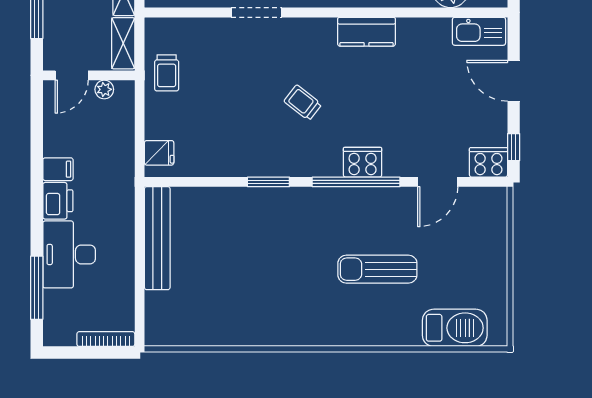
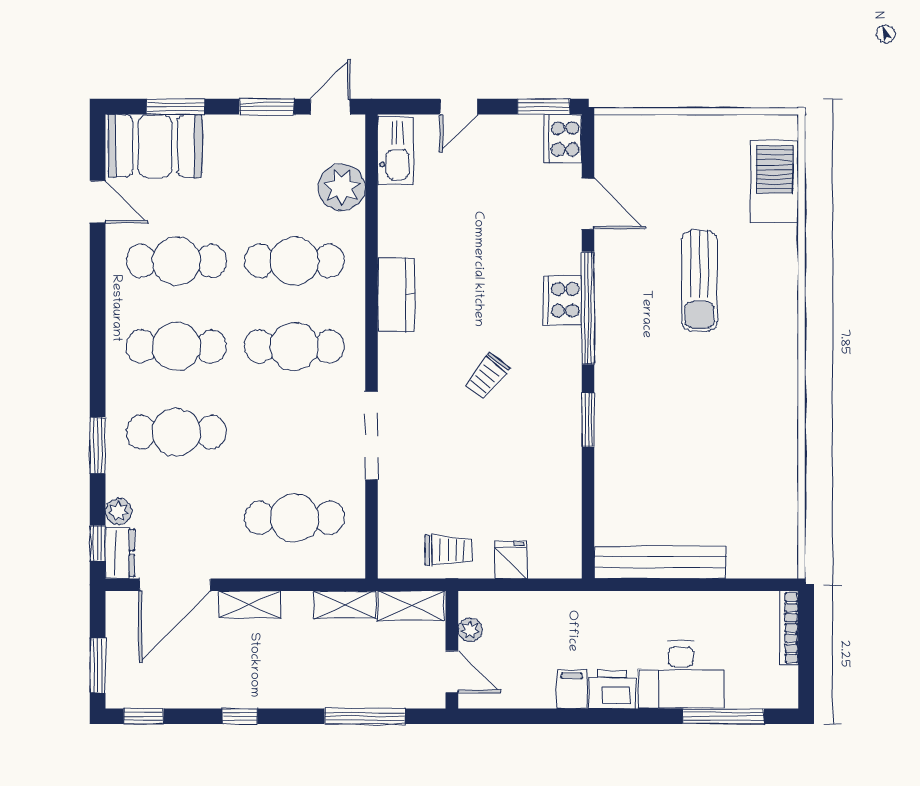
doorway: (256, 12) -> (371, 435), width x1.36
door: (514, 81) -> (459, 107), width x0.73
window: (514, 147) -> (544, 107), width x1.50
fridge: (159, 153) -> (511, 560), moved

